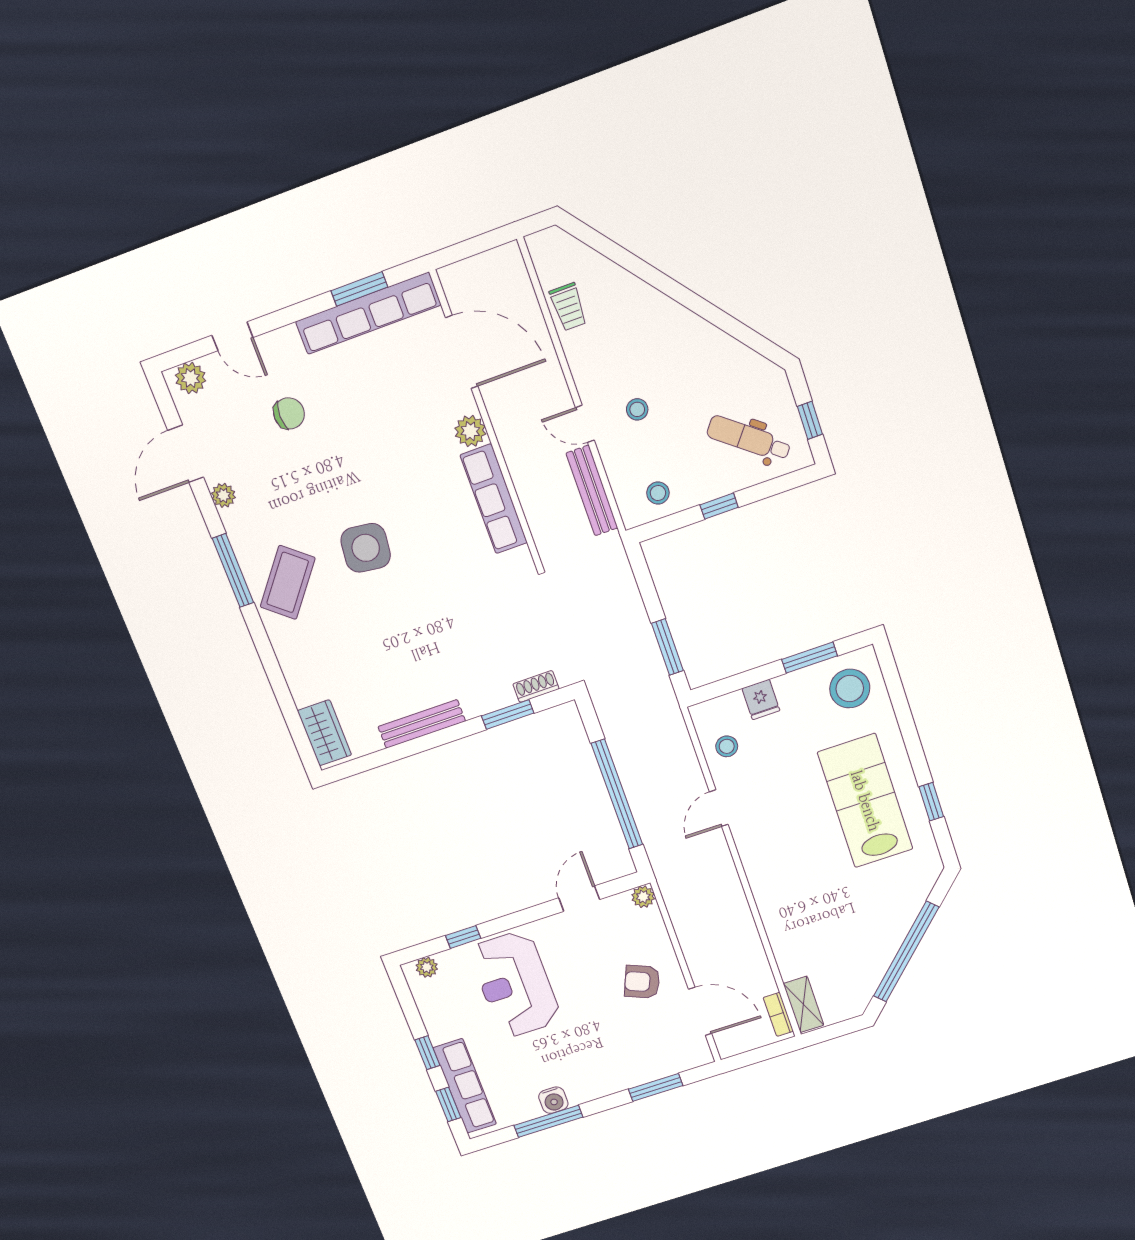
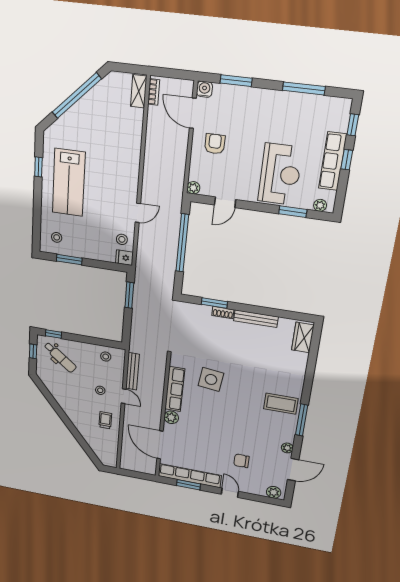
trolley: (568, 307) -> (105, 420), moved
door: (232, 336) -> (230, 493), moved
window: (719, 506) -> (53, 334), moved
side table: (366, 548) -> (211, 379), moved
coffee table: (288, 582) -> (281, 404), turned 51
shoe rack: (536, 686) -> (223, 313), moved
stool: (850, 689) -> (57, 237), width x0.53, depth x0.53
fridge: (761, 699) -> (124, 258), moved, turned -90
window: (463, 937) -> (293, 212), width x1.50
armchair: (642, 982) -> (215, 144), turned -113
row of seats: (465, 1086) -> (333, 161), moved
water cooler: (553, 1100) -> (204, 89), moved

